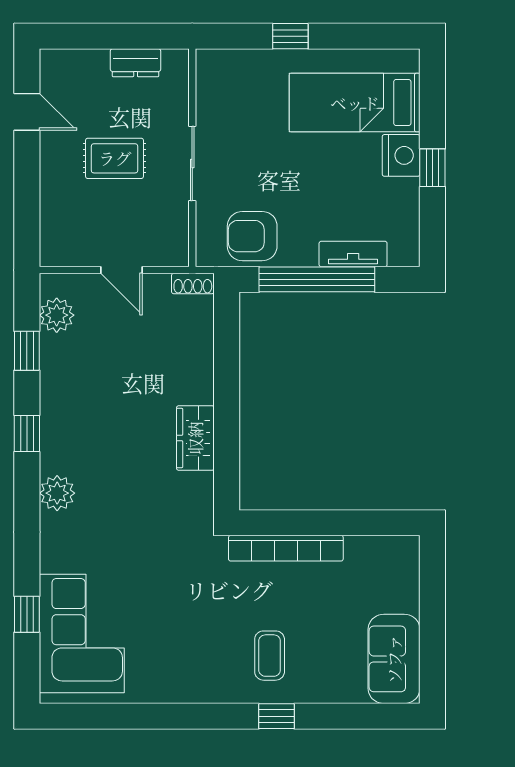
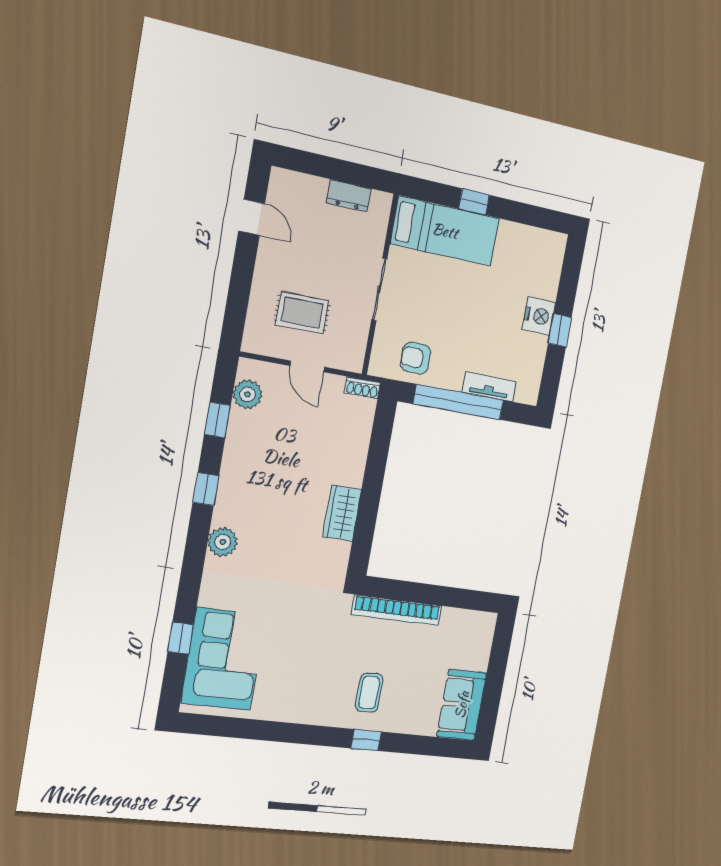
bed: (355, 103) -> (445, 231), moved, turned 180
rug: (115, 158) -> (302, 313), moved
armchair: (252, 236) -> (416, 358), width x0.72, depth x0.72

